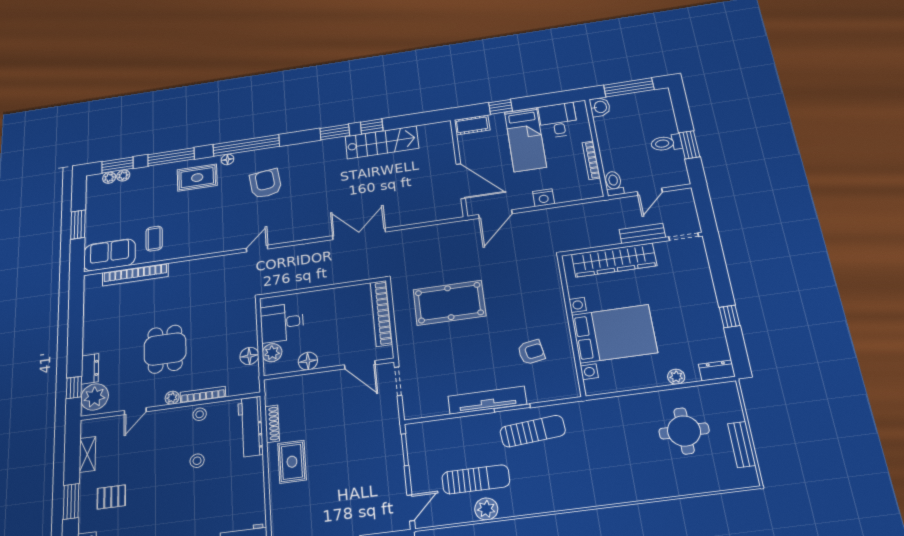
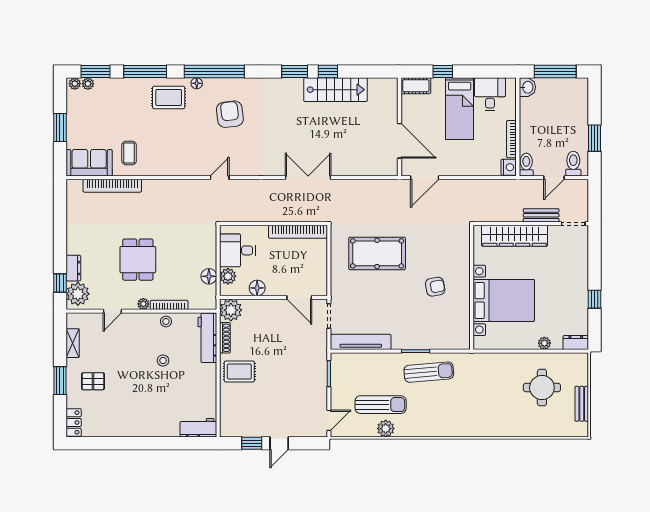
toilet: (666, 143) -> (573, 164), moved, turned 90
plant: (123, 176) -> (75, 84), moved
nightstand: (543, 198) -> (509, 167), moved, turned -90
bookcase: (381, 313) -> (298, 232), moved, turned -90
armchair: (531, 352) -> (435, 287), moved
plant: (278, 390) -> (231, 310), added
tv unit: (487, 400) -> (361, 342), moved
rug: (292, 462) -> (239, 372), turned 90

